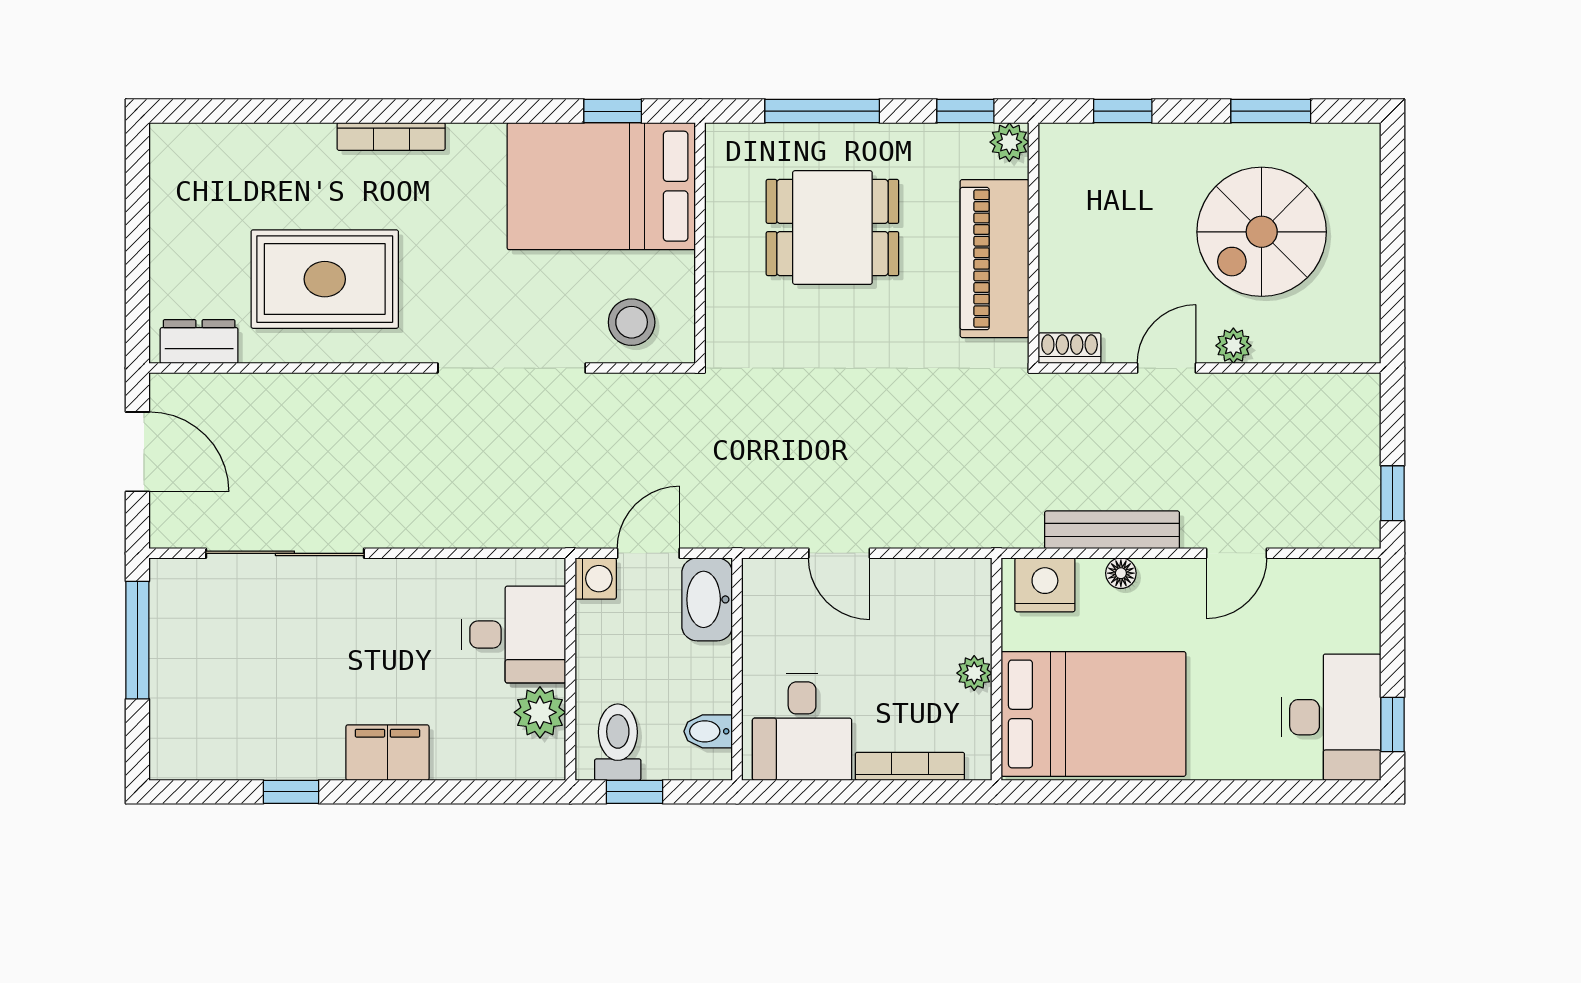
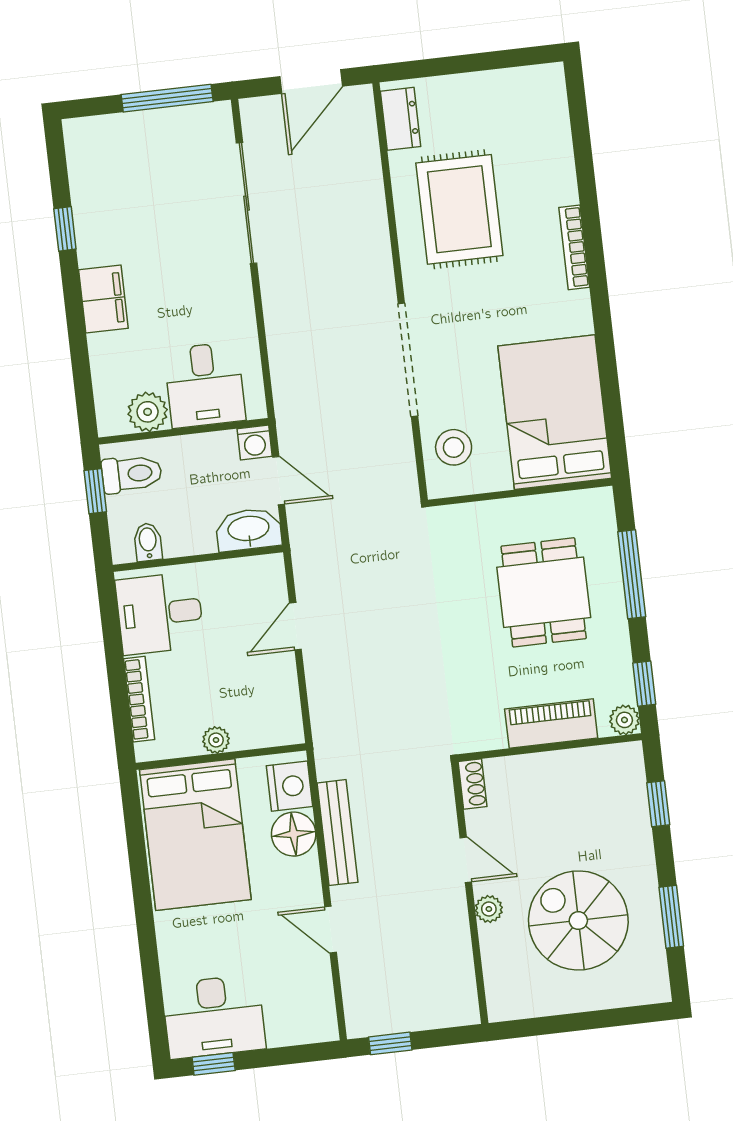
window: (613, 111) -> (613, 414), removed
piano: (995, 259) -> (551, 723), width x0.73, depth x0.75
floor lamp: (1121, 573) -> (294, 834), width x1.89, depth x1.89

